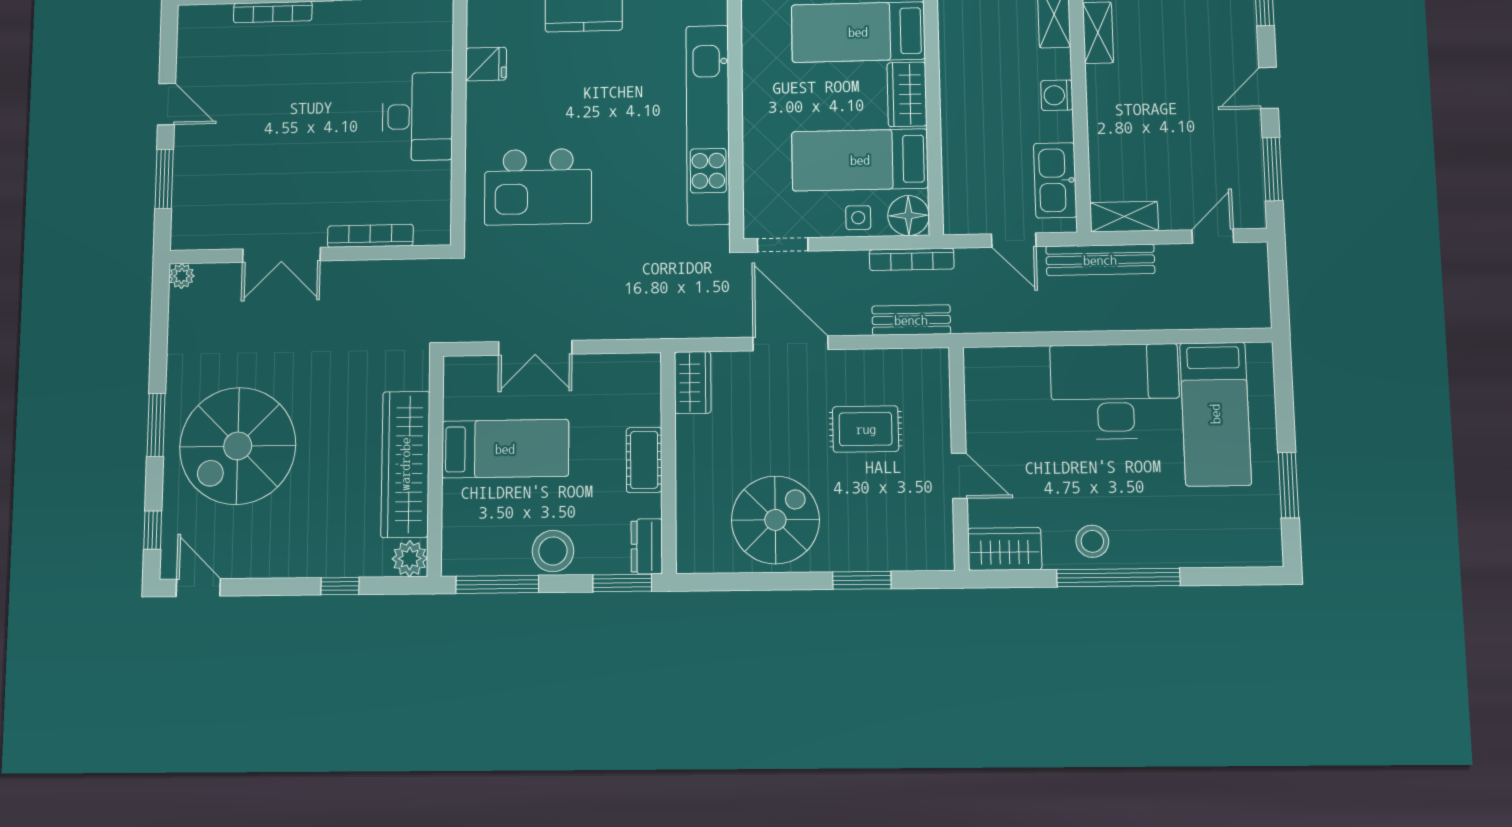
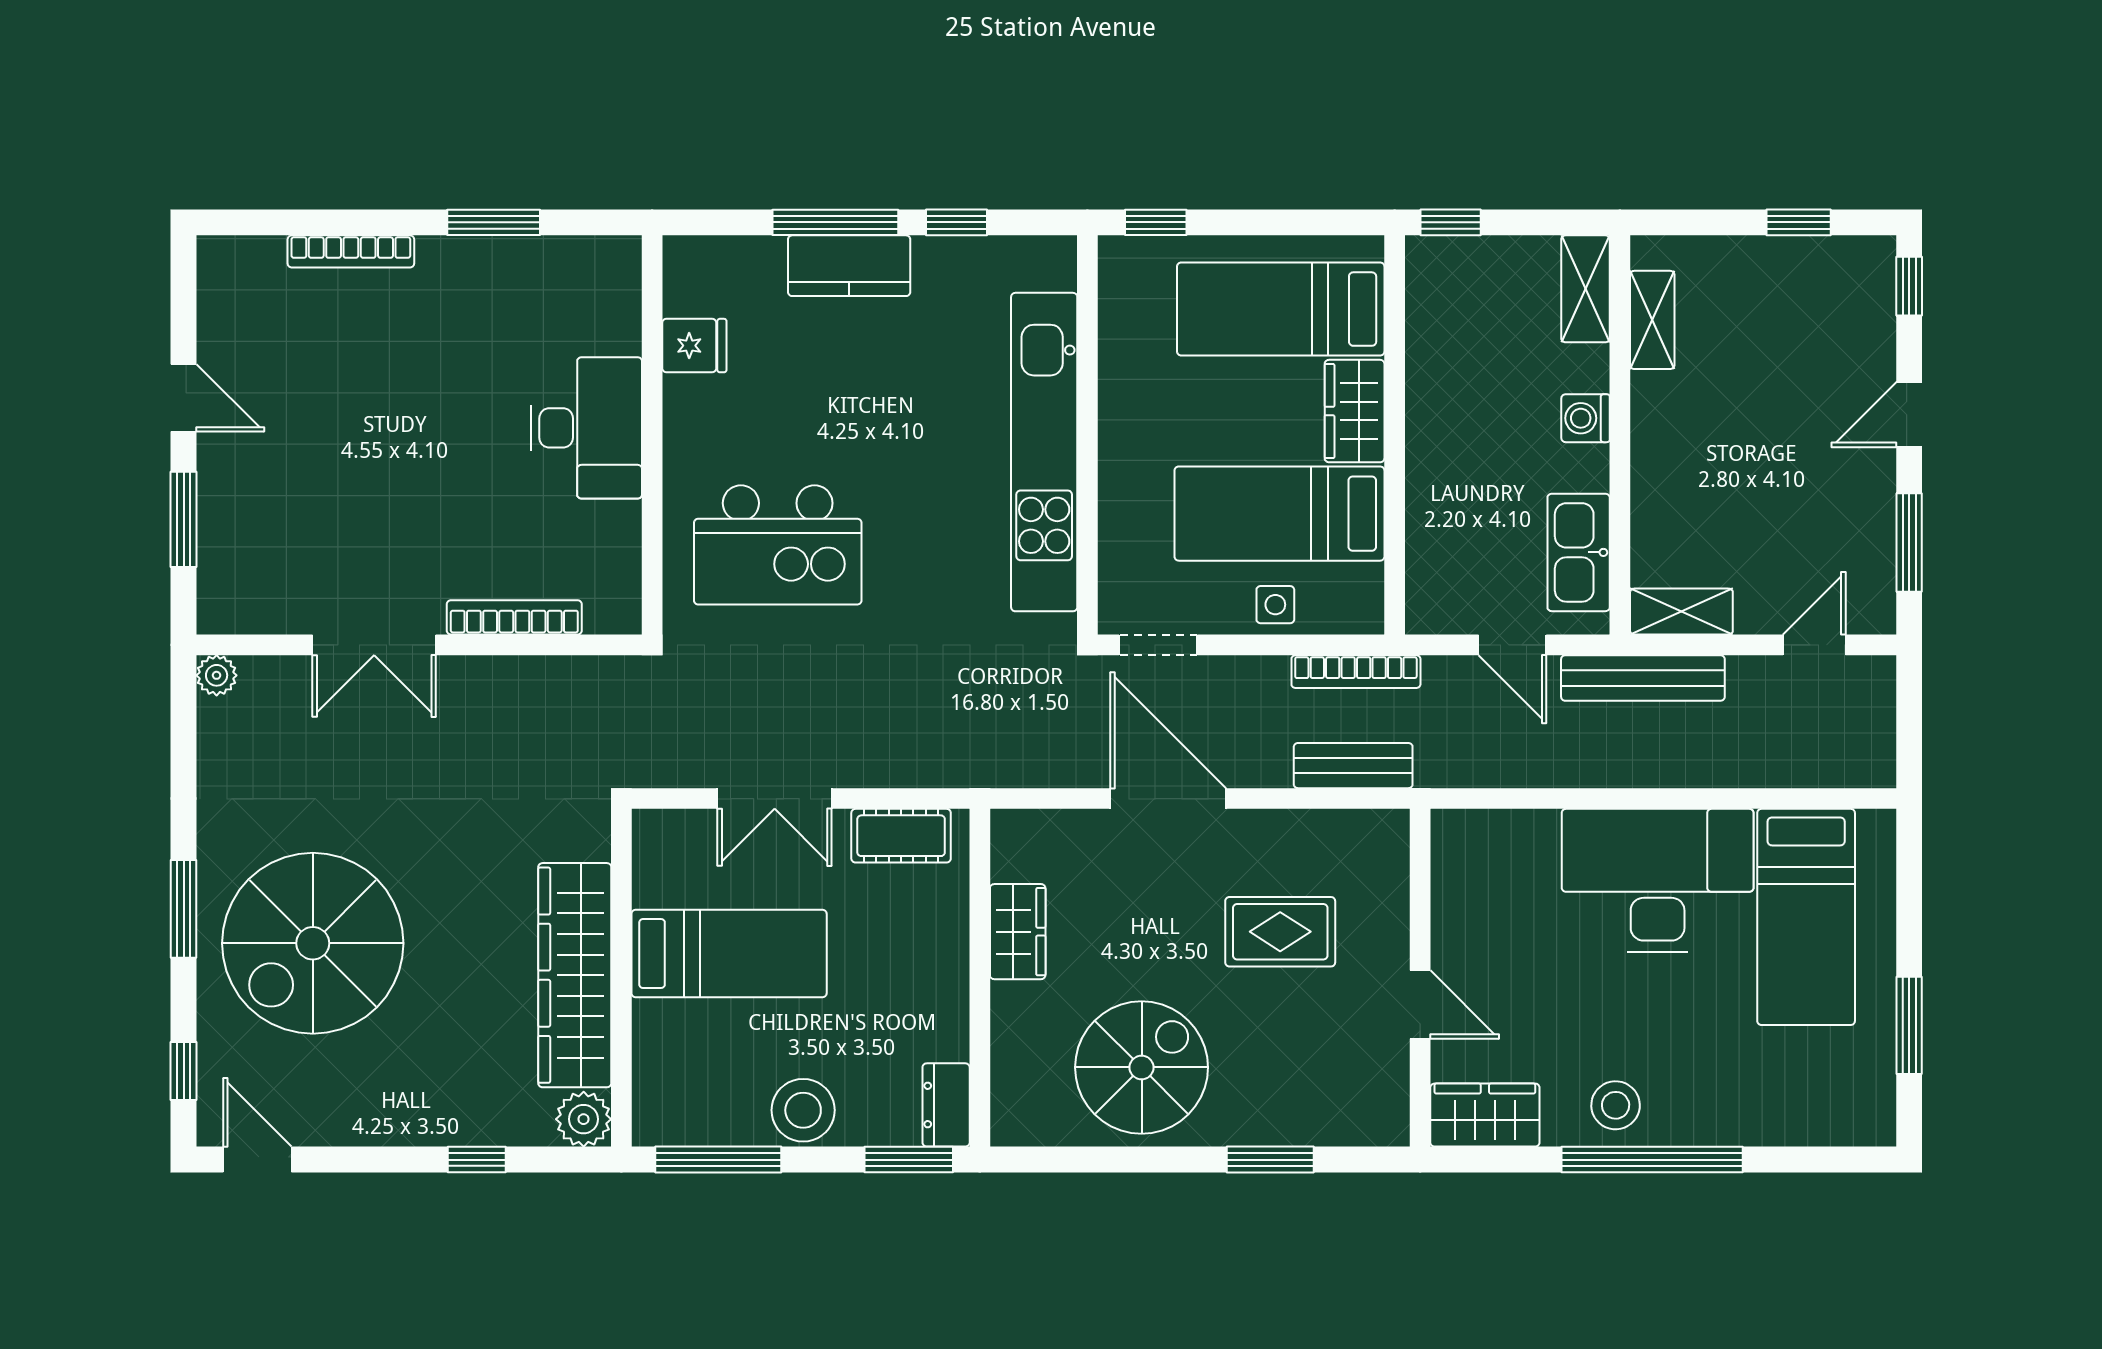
floor lamp: (909, 216) -> (1353, 603), removed
wardrobe: (693, 383) -> (1018, 932), moved
cot: (644, 460) -> (901, 836), moved, turned 90

